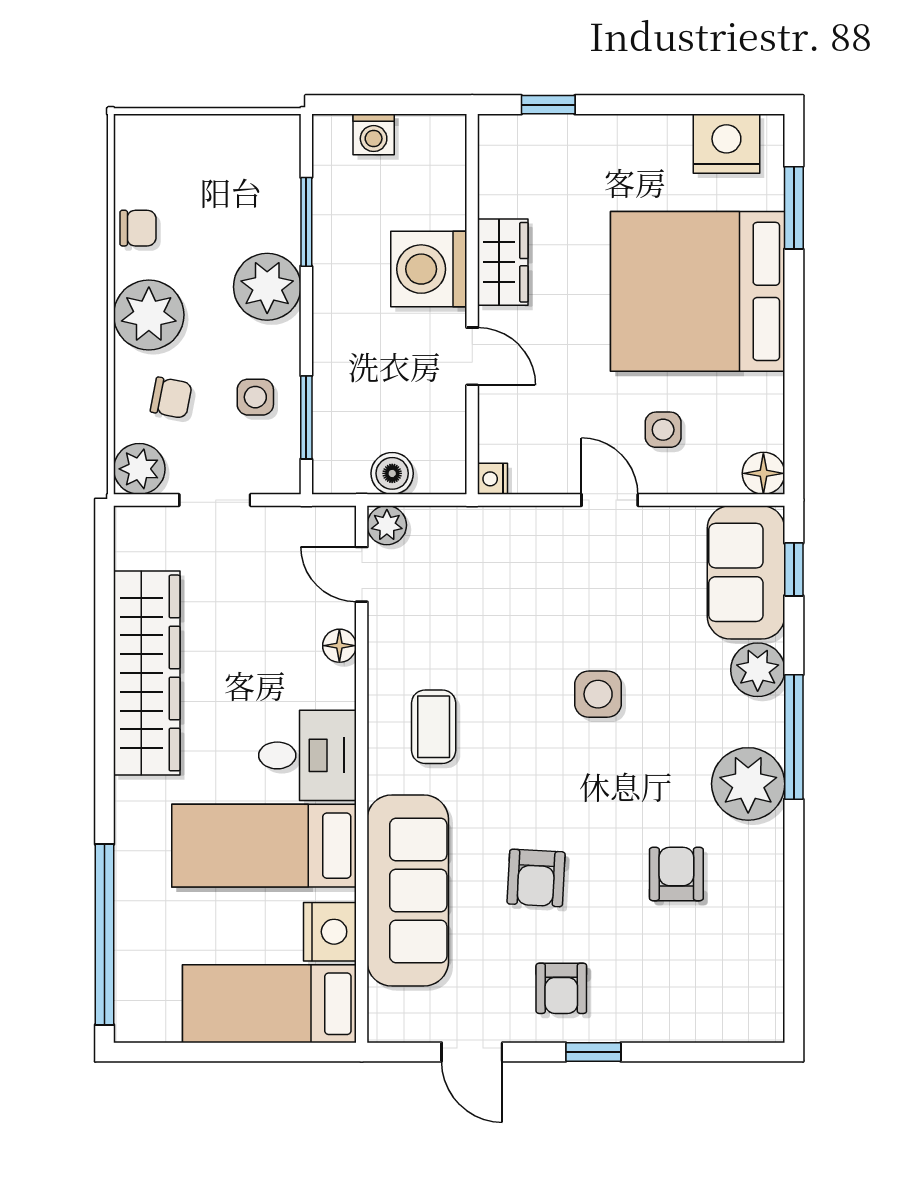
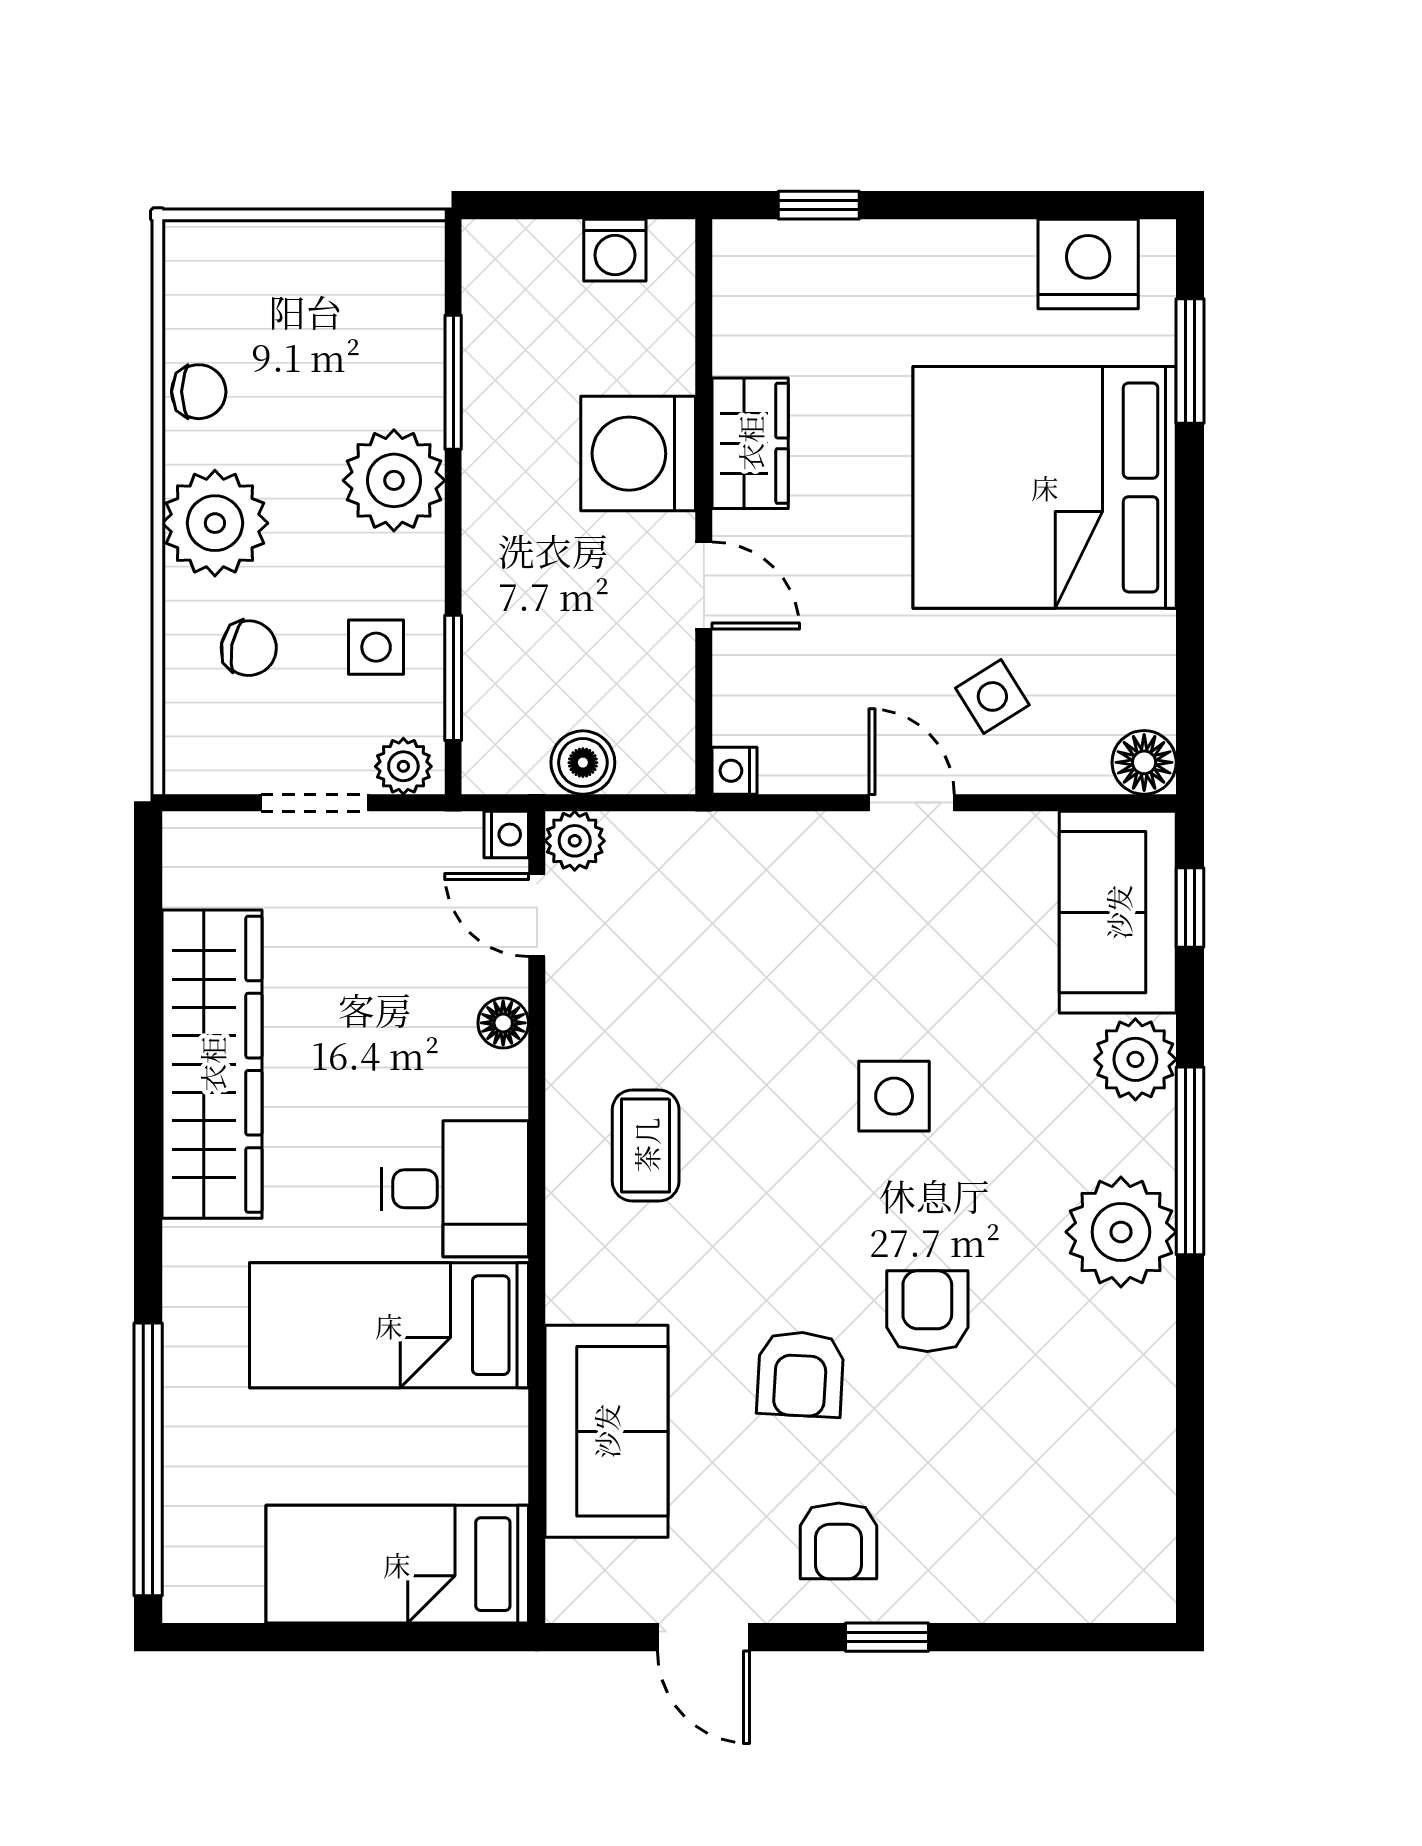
washing machine: (374, 134) -> (615, 250), moved
side table: (663, 430) -> (992, 696), turned -32
plant: (139, 469) -> (403, 766), moved, width x0.73, depth x0.73
armchair: (676, 874) -> (927, 1311), moved
sofa: (408, 890) -> (606, 1431), width x0.73
nightstand: (330, 932) -> (506, 835), moved, width x0.53, depth x0.56

